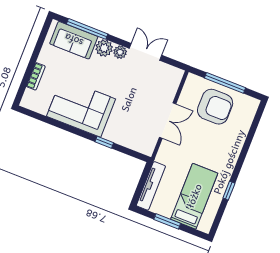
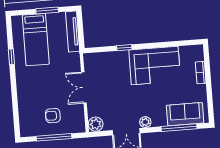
plant: (104, 48) -> (96, 124), moved
armchair: (215, 107) -> (53, 116), width x0.53, depth x0.53

